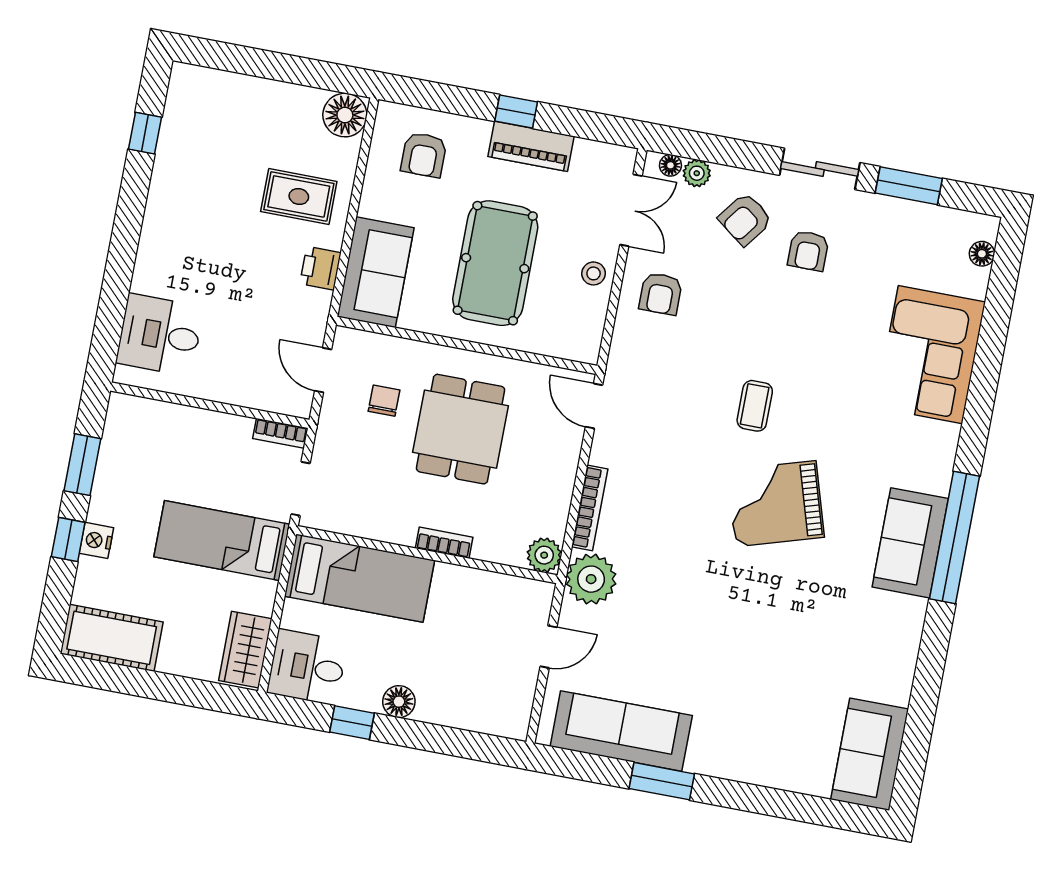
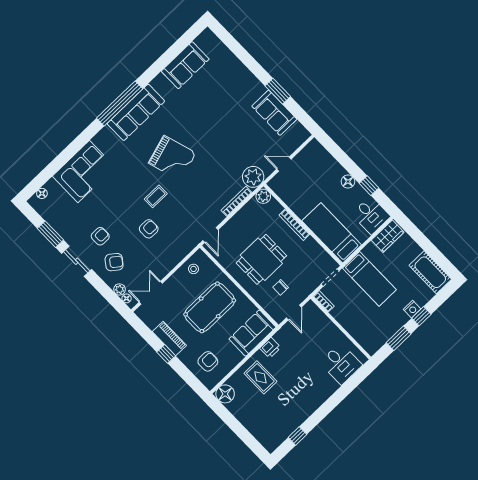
stool: (594, 273) -> (194, 269), moved
armchair: (661, 294) -> (149, 229), moved
bookcase: (444, 543) -> (294, 225), width x1.56
sofa: (910, 543) -> (136, 112), width x1.36
sofa: (621, 731) -> (274, 113), width x0.73
sofa: (870, 754) -> (185, 65), moved

